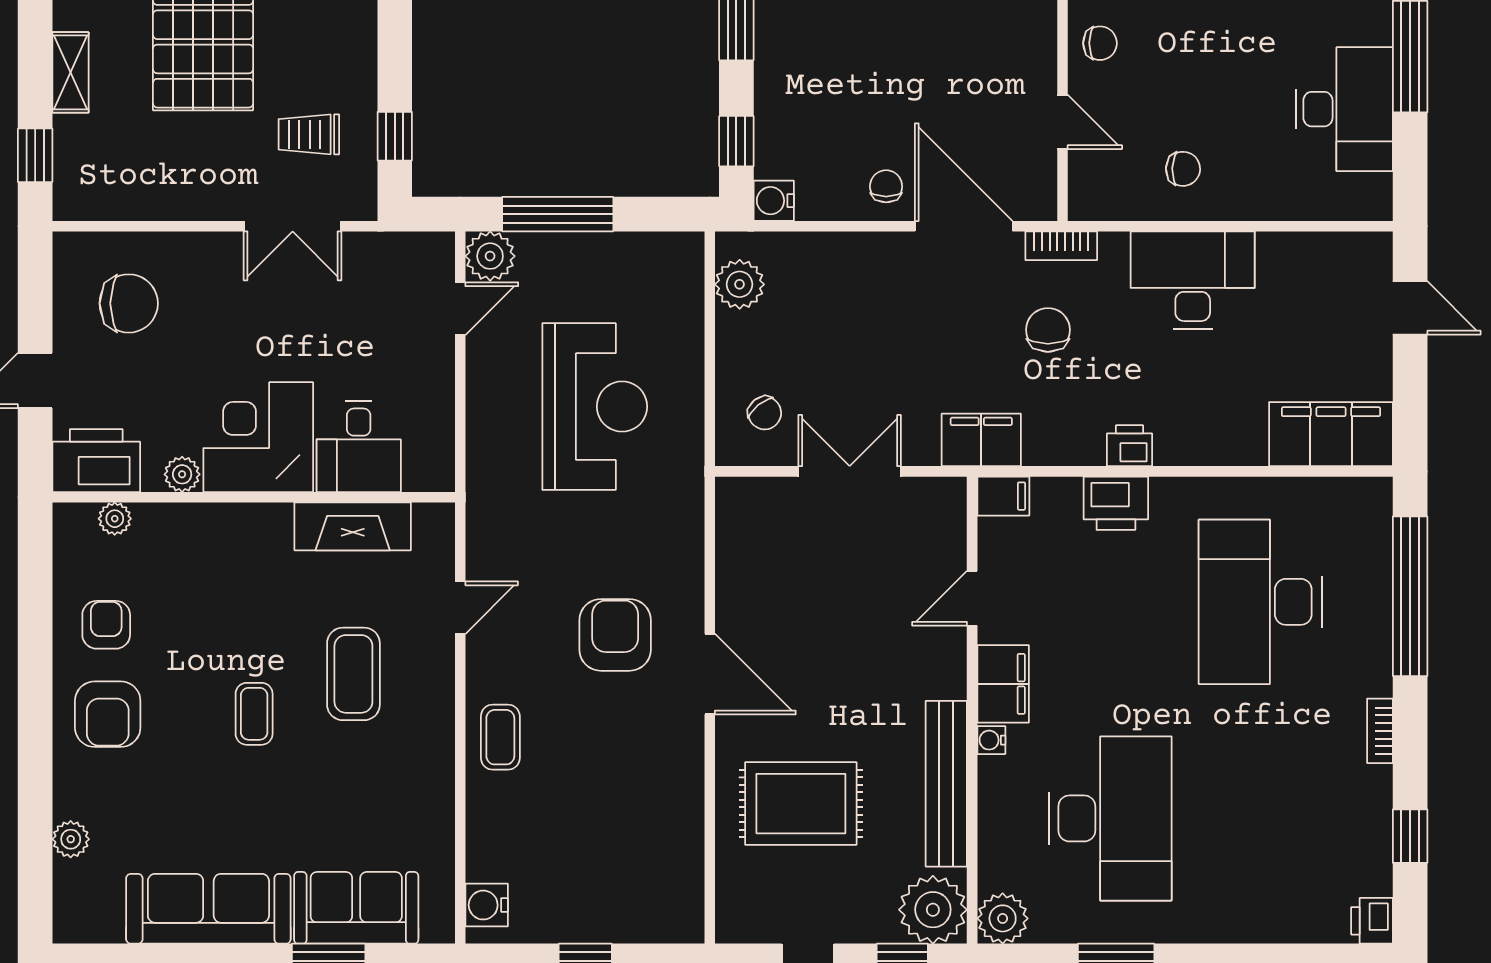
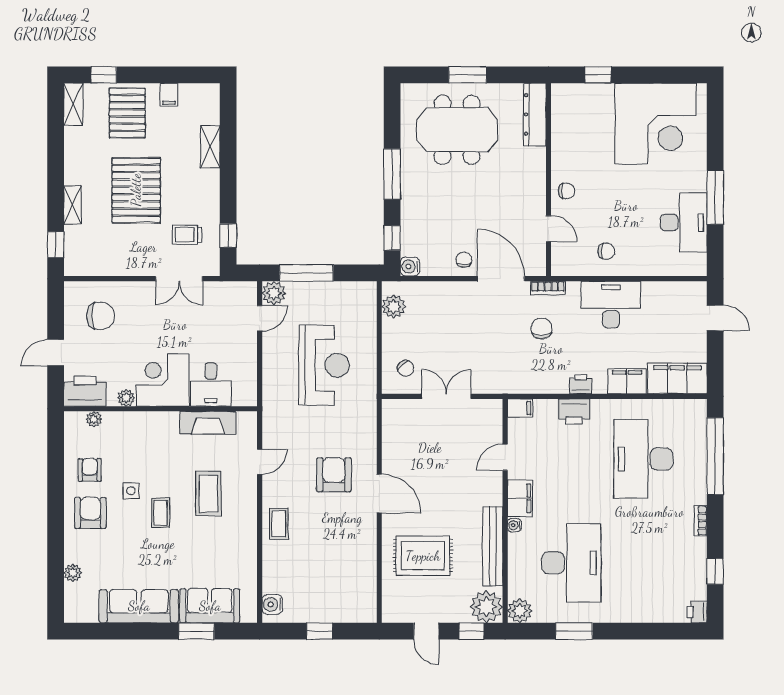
filing cabinet: (981, 440) -> (627, 381), moved
side table: (192, 668) -> (131, 491), added
armchair: (108, 714) -> (90, 513), turned 180

